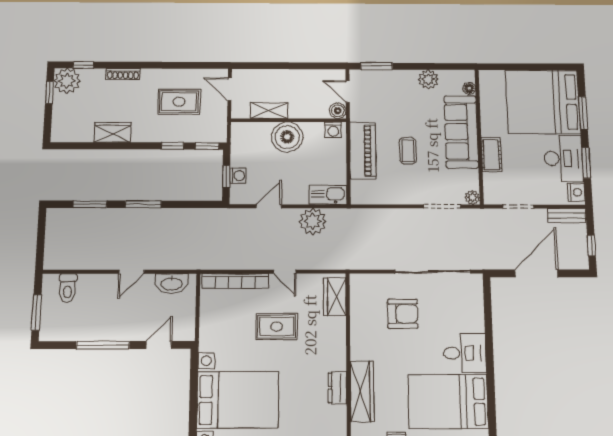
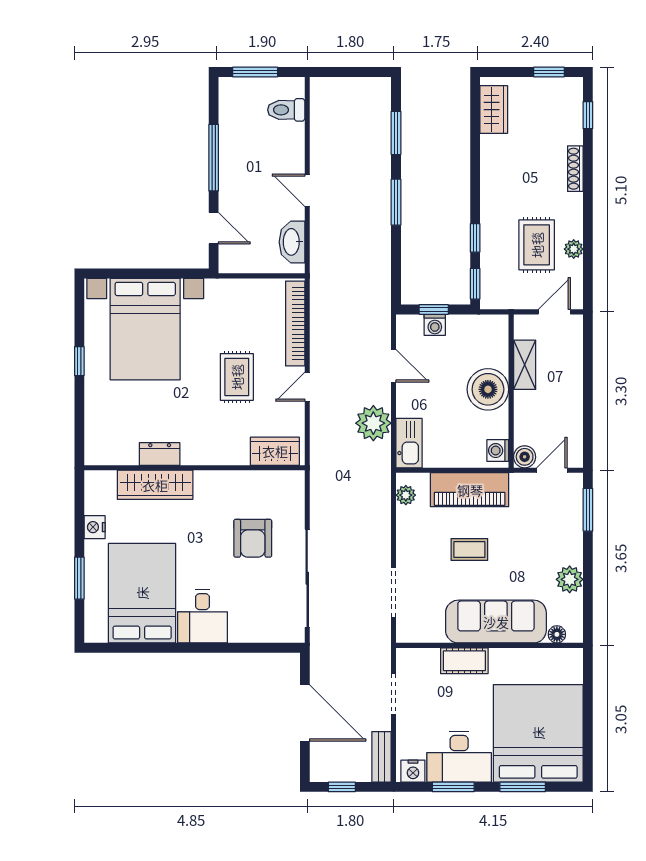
plant: (67, 81) -> (574, 249), moved, width x0.53, depth x0.53
wardrobe: (113, 132) -> (494, 110), moved
plant: (472, 197) -> (406, 495), moved

